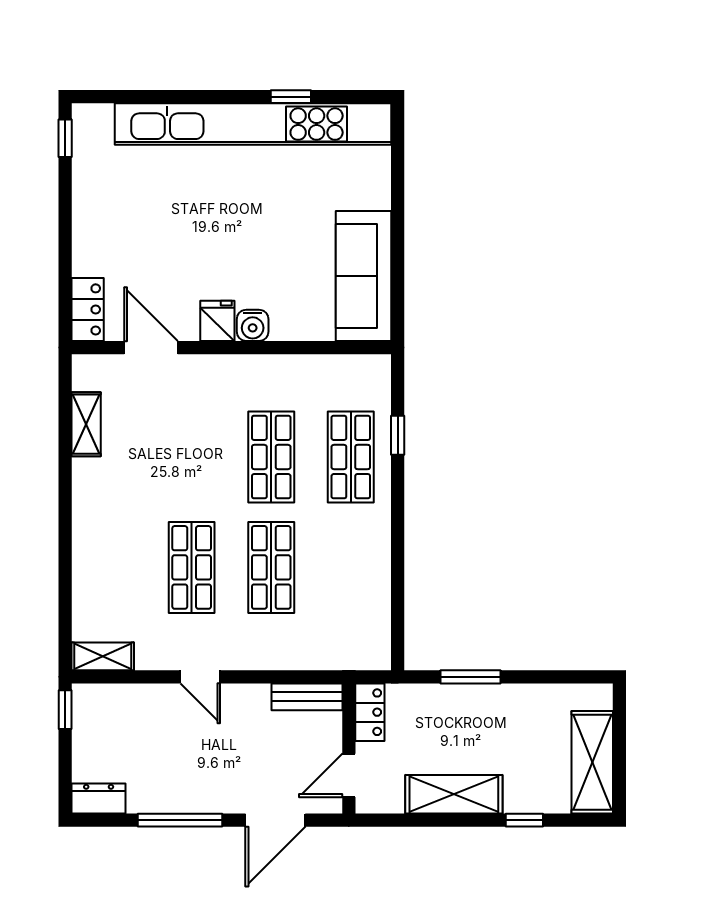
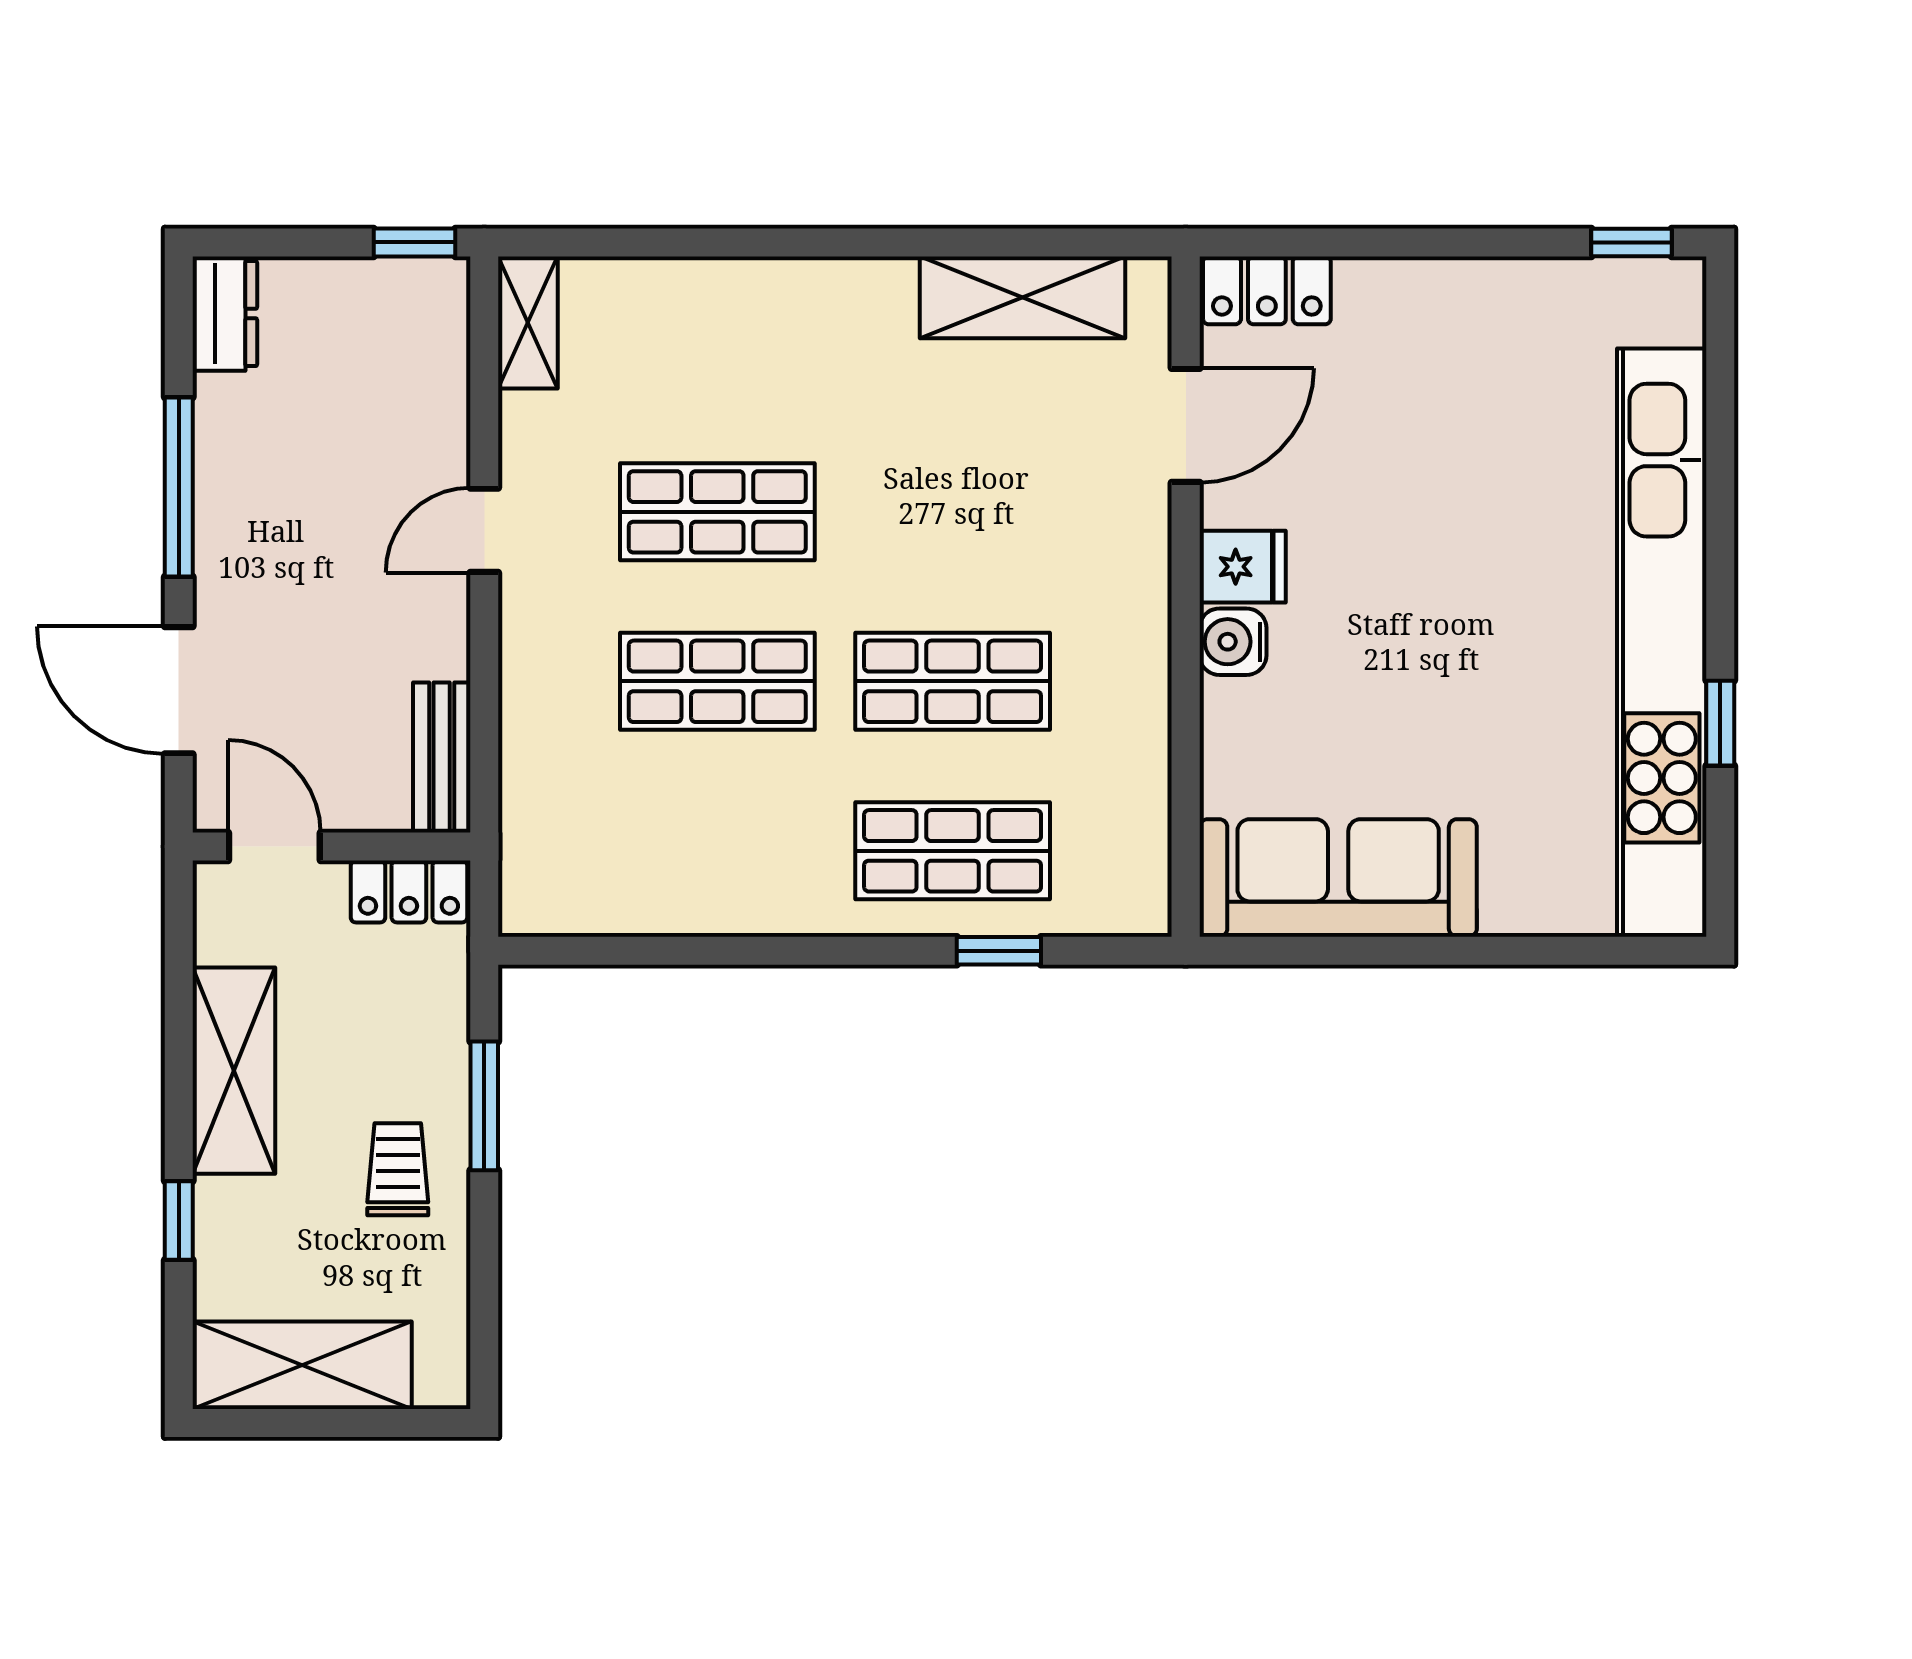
shelving: (86, 424) -> (1023, 297), width x1.50, depth x1.33
trolley: (500, 717) -> (398, 1169), added

